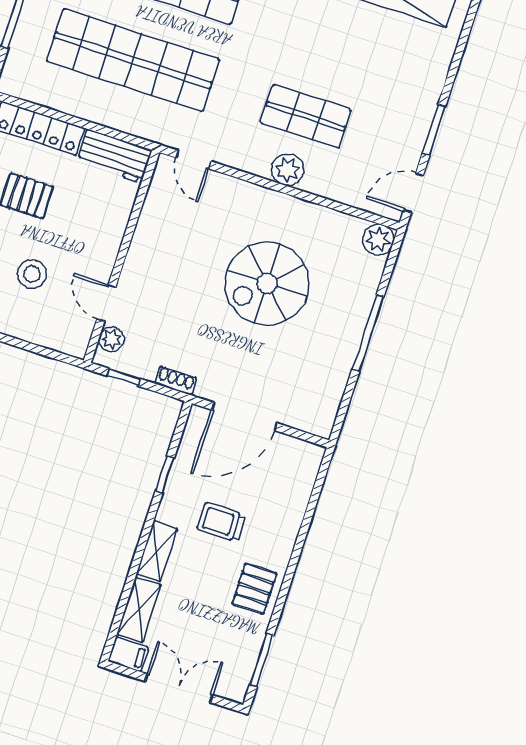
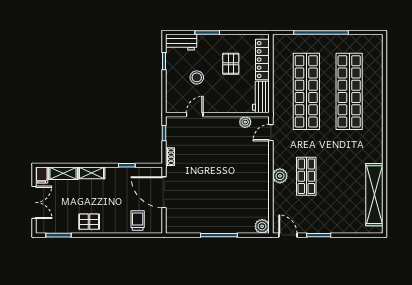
spiral stairs: (267, 283) -> (226, 183), removed
plant: (111, 339) -> (245, 122), moved
trolley: (221, 522) -> (138, 220), moved

